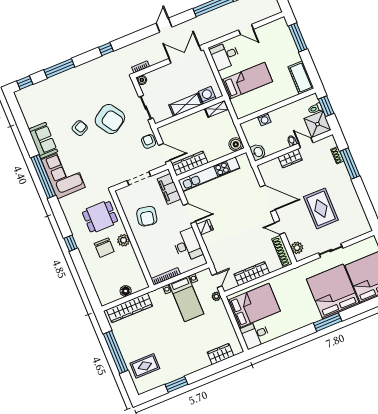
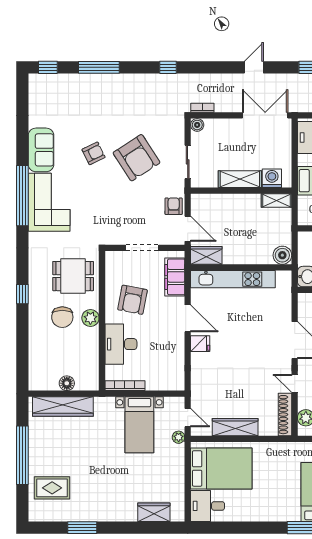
wardrobe: (190, 163) -> (206, 255), width x0.67
desk: (187, 245) -> (121, 344), moved, turned 180
door: (217, 281) -> (188, 418), hinge flipped

